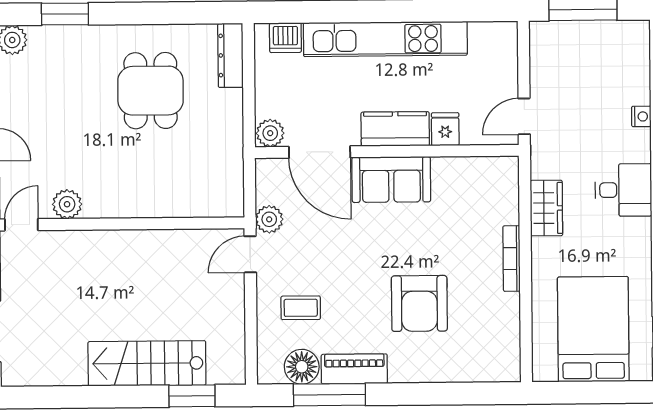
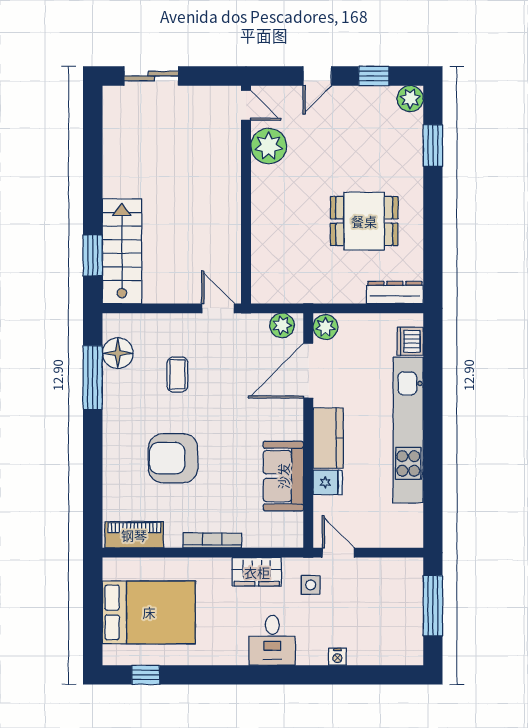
side table: (561, 147) -> (311, 585), added
sofa: (391, 179) -> (283, 476), moved
plant: (67, 204) -> (269, 146), width x1.36, depth x1.36
plant: (269, 219) -> (282, 325), moved
coffee table: (301, 308) -> (177, 374), moved
stairs: (147, 363) -> (122, 251), moved
piano: (354, 369) -> (134, 535), moved, turned -90

